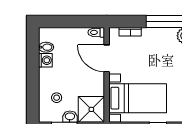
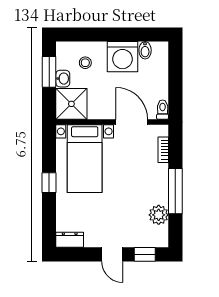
door: (107, 58) -> (132, 122), hinge flipped
washing machine: (45, 60) -> (122, 57), width x1.89, depth x1.89

